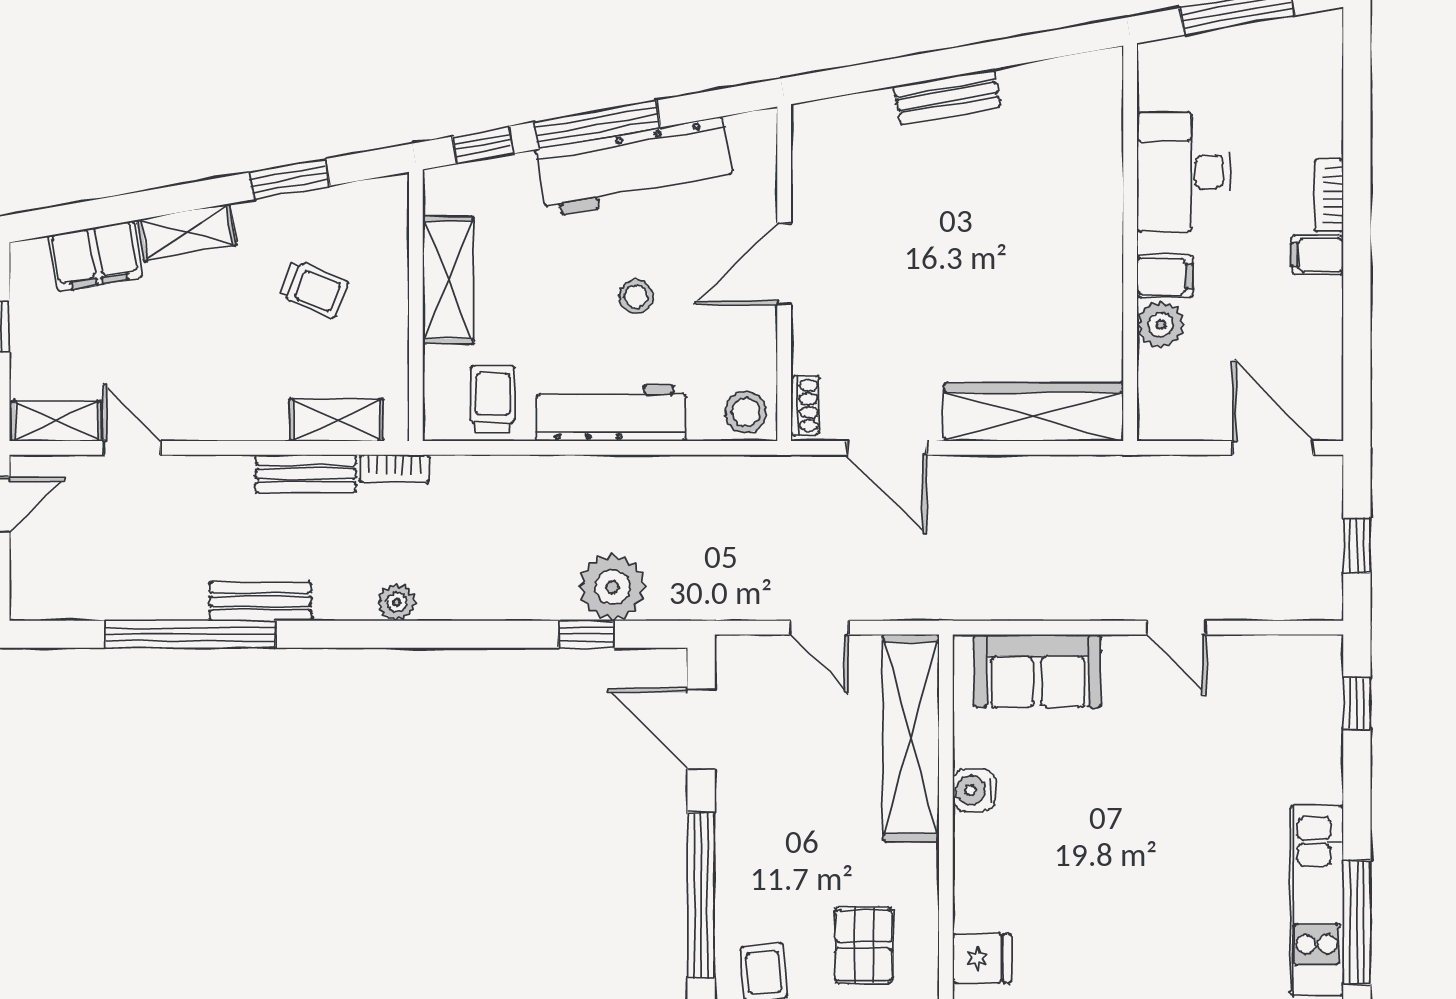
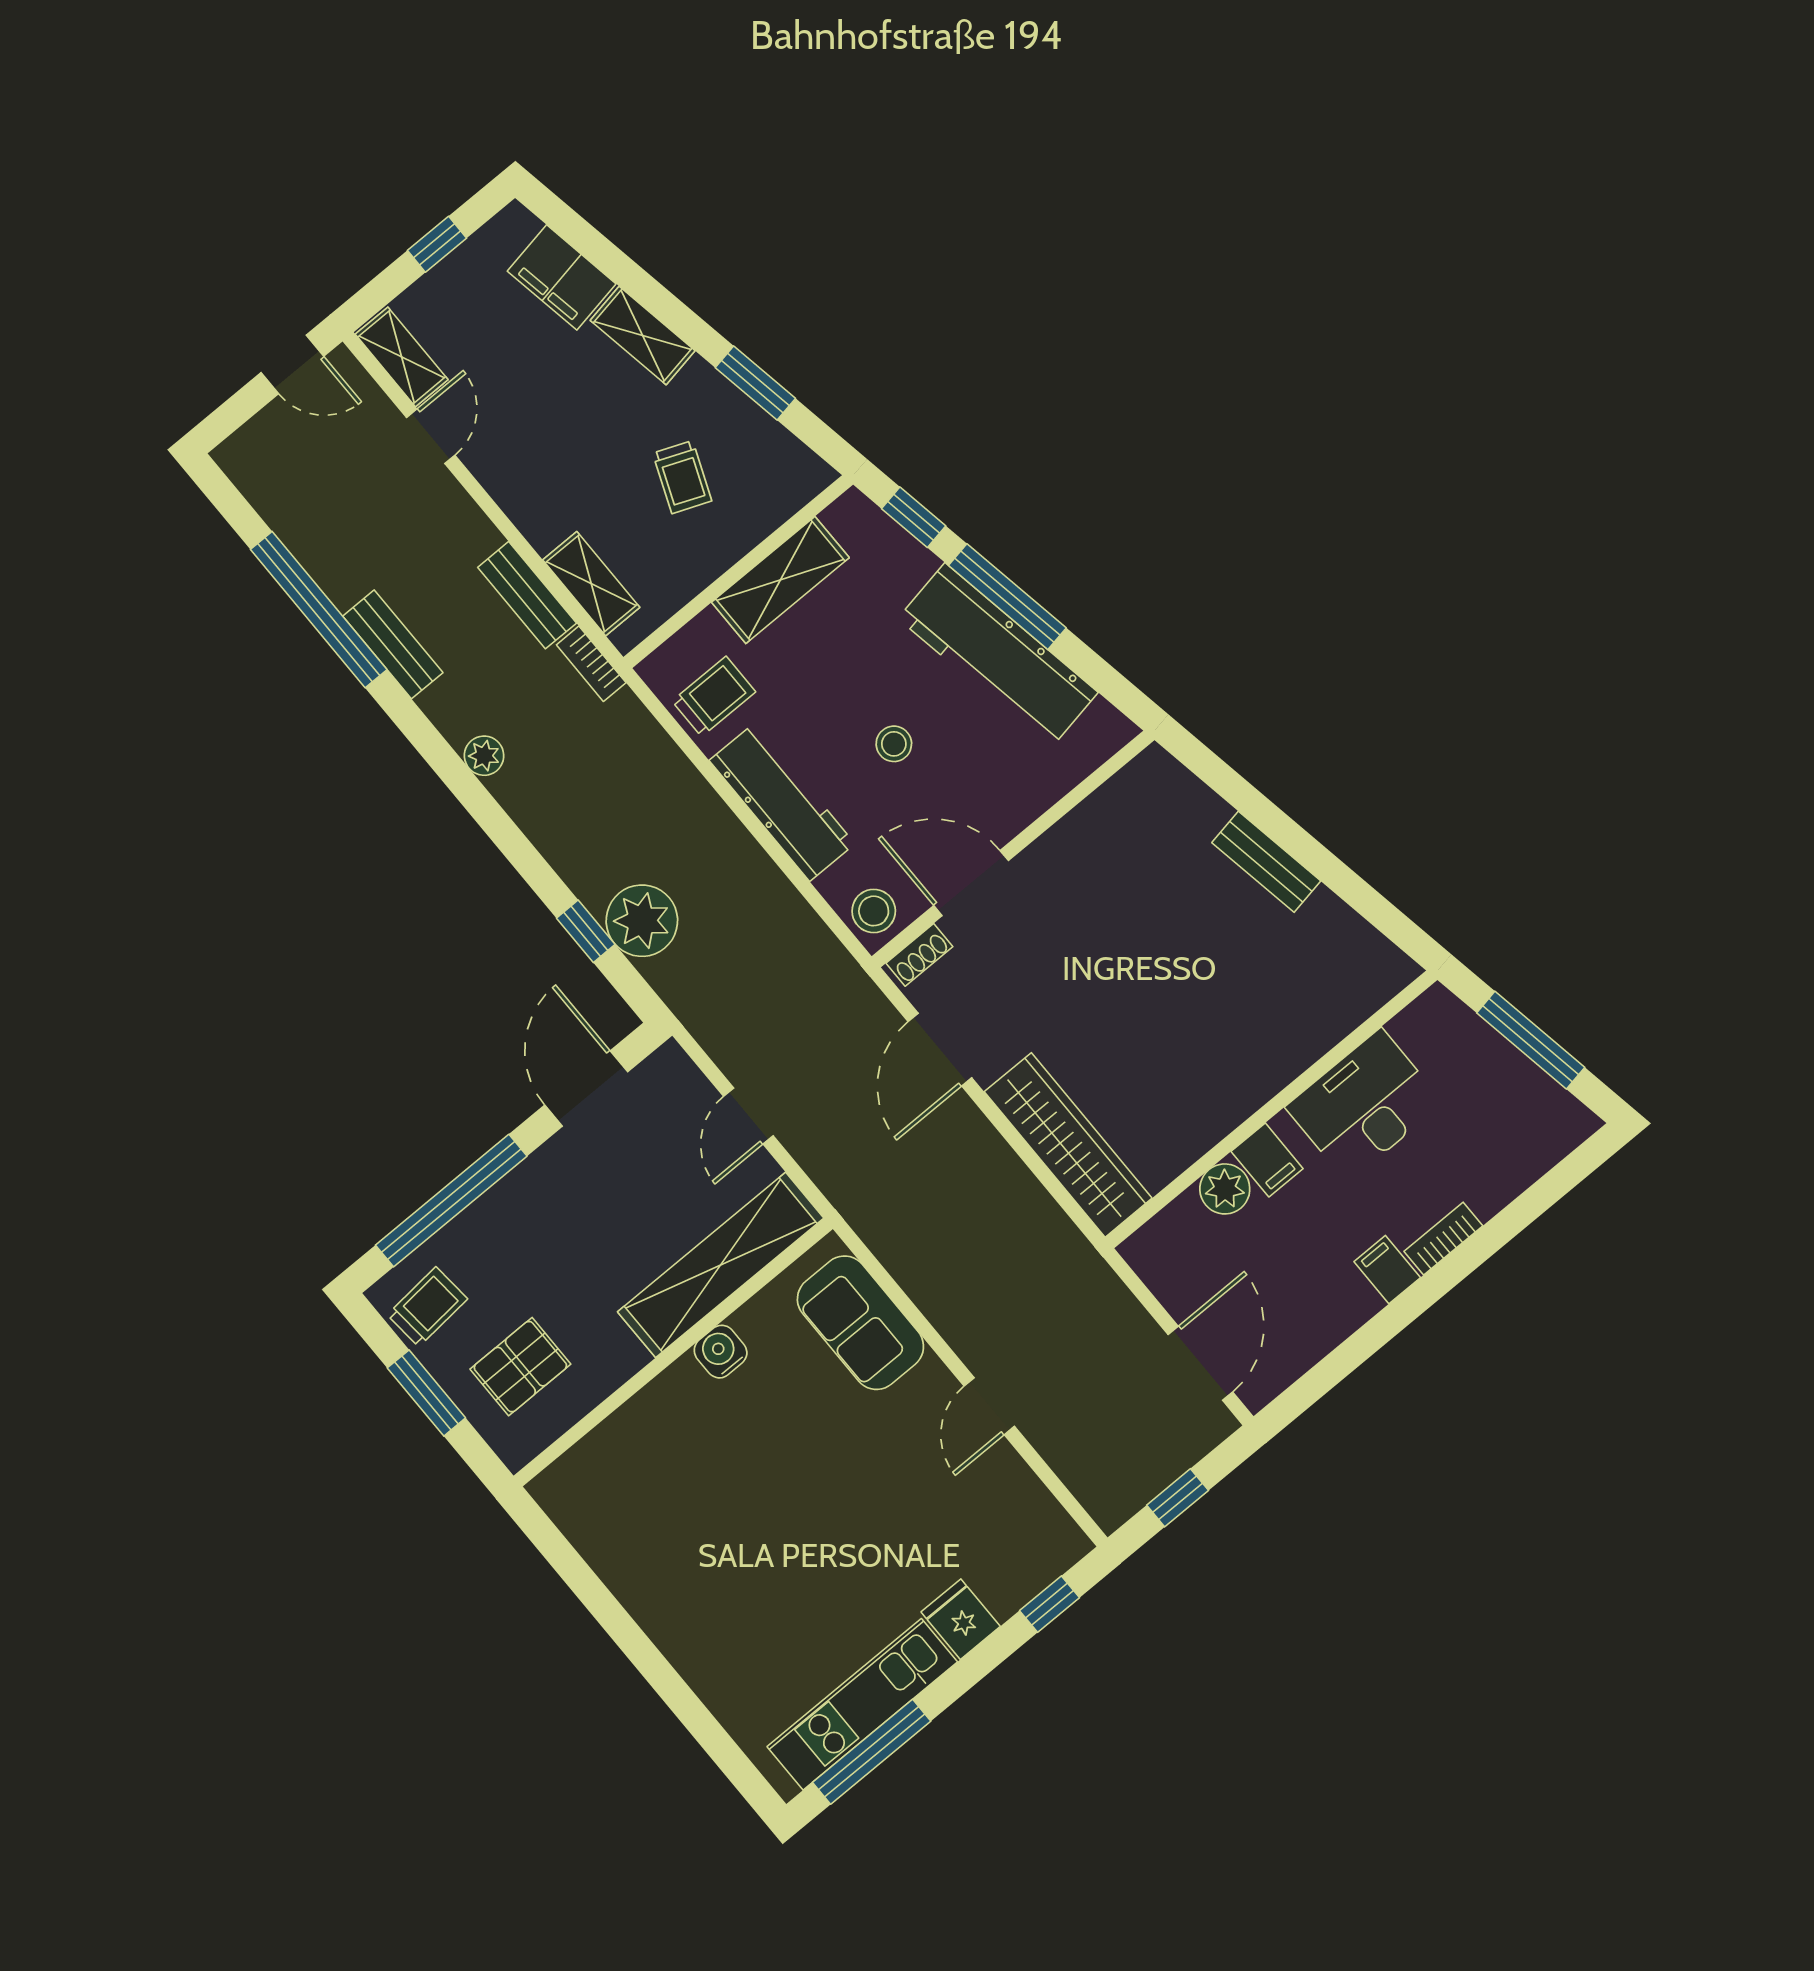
door: (784, 264) -> (971, 883), moved
fridge: (982, 958) -> (961, 1619), moved, turned 180

